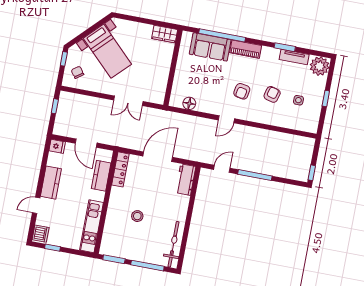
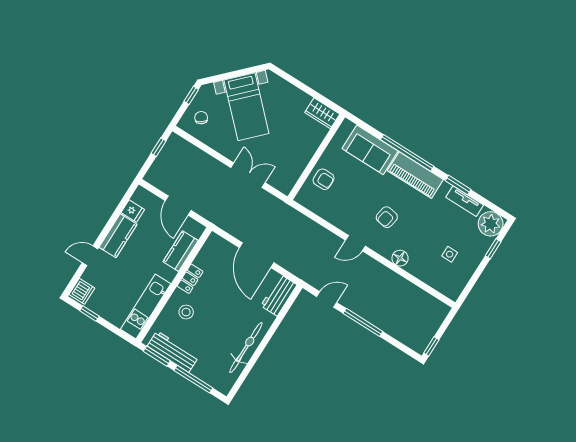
window: (222, 35) -> (407, 153), moved
piano: (246, 49) -> (415, 175), width x1.37, depth x1.33
armchair: (272, 94) -> (324, 179), moved, turned 75
window: (326, 99) -> (493, 249), moved
double door: (128, 101) -> (248, 175), swing flipped
floor lamp: (189, 103) -> (400, 258), moved
fridge: (57, 146) -> (133, 211), moved
door: (158, 157) -> (257, 255), swing flipped
locker: (120, 169) -> (190, 279), moved, width x0.66
stool: (137, 216) -> (186, 312), moved
bicycle: (173, 244) -> (246, 348), moved
workbench: (124, 251) -> (173, 352), added

